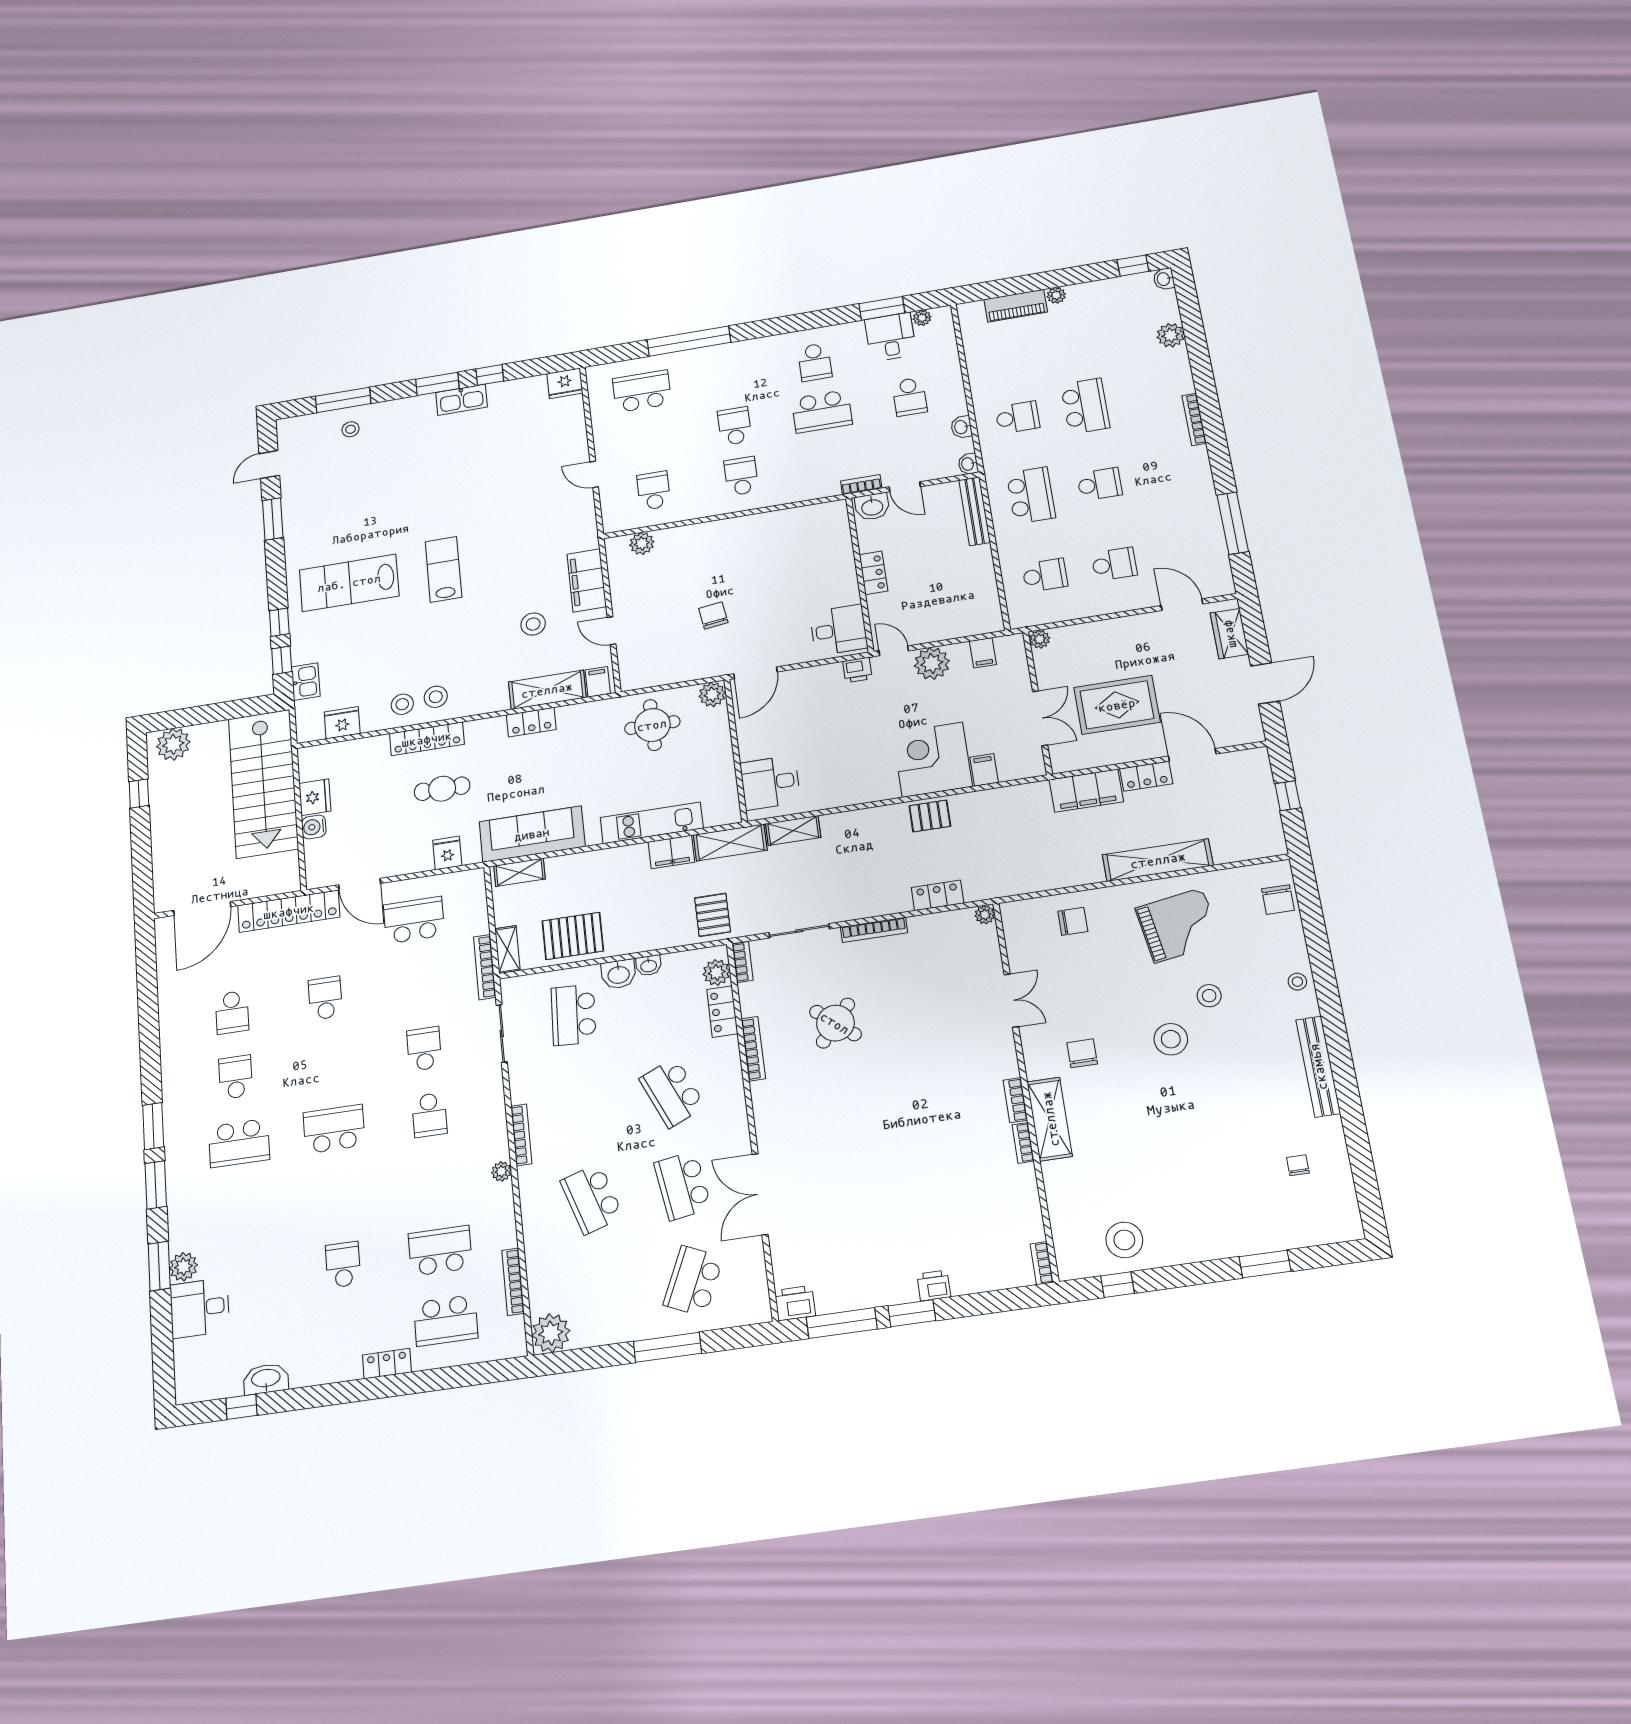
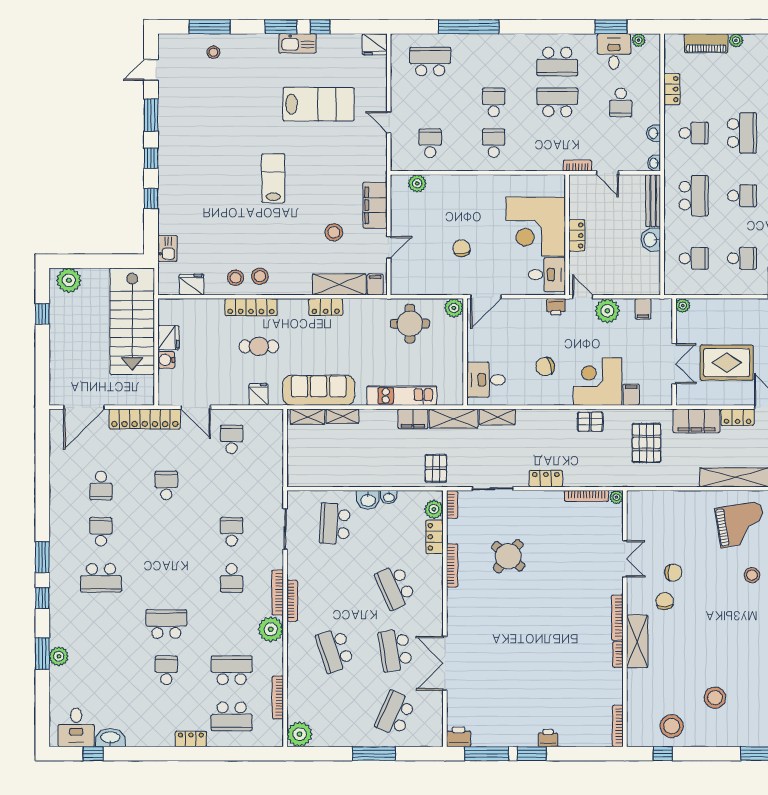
school desk: (815, 362) -> (557, 61), width x1.85
locker: (978, 369) -> (672, 89), added
school desk: (822, 411) -> (557, 102), turned 180
washbasin: (872, 507) -> (651, 240), moved, turned 90
corner desk: (814, 571) -> (536, 227), added
lab bench: (349, 583) -> (319, 104), moved, turned 180
door: (611, 631) -> (389, 247), swing flipped
window: (282, 660) -> (151, 158), moved
chair: (853, 752) -> (545, 367), added
locker: (938, 895) -> (546, 479), moved
school desk: (414, 920) -> (232, 439), width x0.54
chair: (1073, 921) -> (673, 573), moved
bookcase: (874, 930) -> (586, 496), moved
pallet: (573, 936) -> (646, 443), moved, turned 90
shelving: (507, 950) -> (342, 416), moved, turned 90
bookcase: (485, 967) -> (278, 593), moved
stool: (1171, 1039) -> (715, 698), moved
bookcase: (1015, 1100) -> (617, 618), width x1.56
school desk: (334, 1129) -> (166, 624), moved
plant: (501, 1171) -> (271, 629), width x1.88, depth x1.88
window: (156, 1185) -> (42, 598), width x0.67
bookcase: (1042, 1263) -> (618, 726), width x1.56
desk: (200, 1308) -> (76, 727), moved, turned -90

